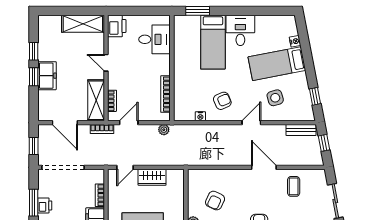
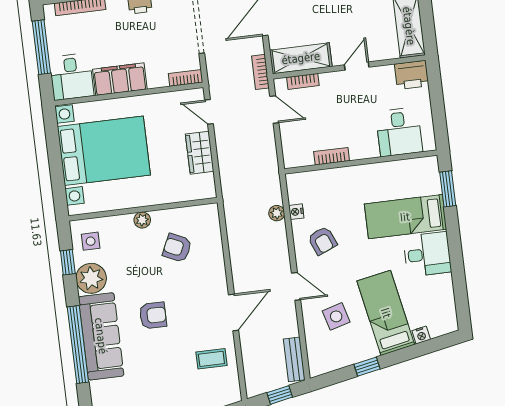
bookcase: (165, 94) -> (332, 156), width x0.64
window: (315, 96) -> (367, 367), moved
plant: (164, 130) -> (277, 213), moved
bookcase: (100, 195) -> (186, 78), moved

